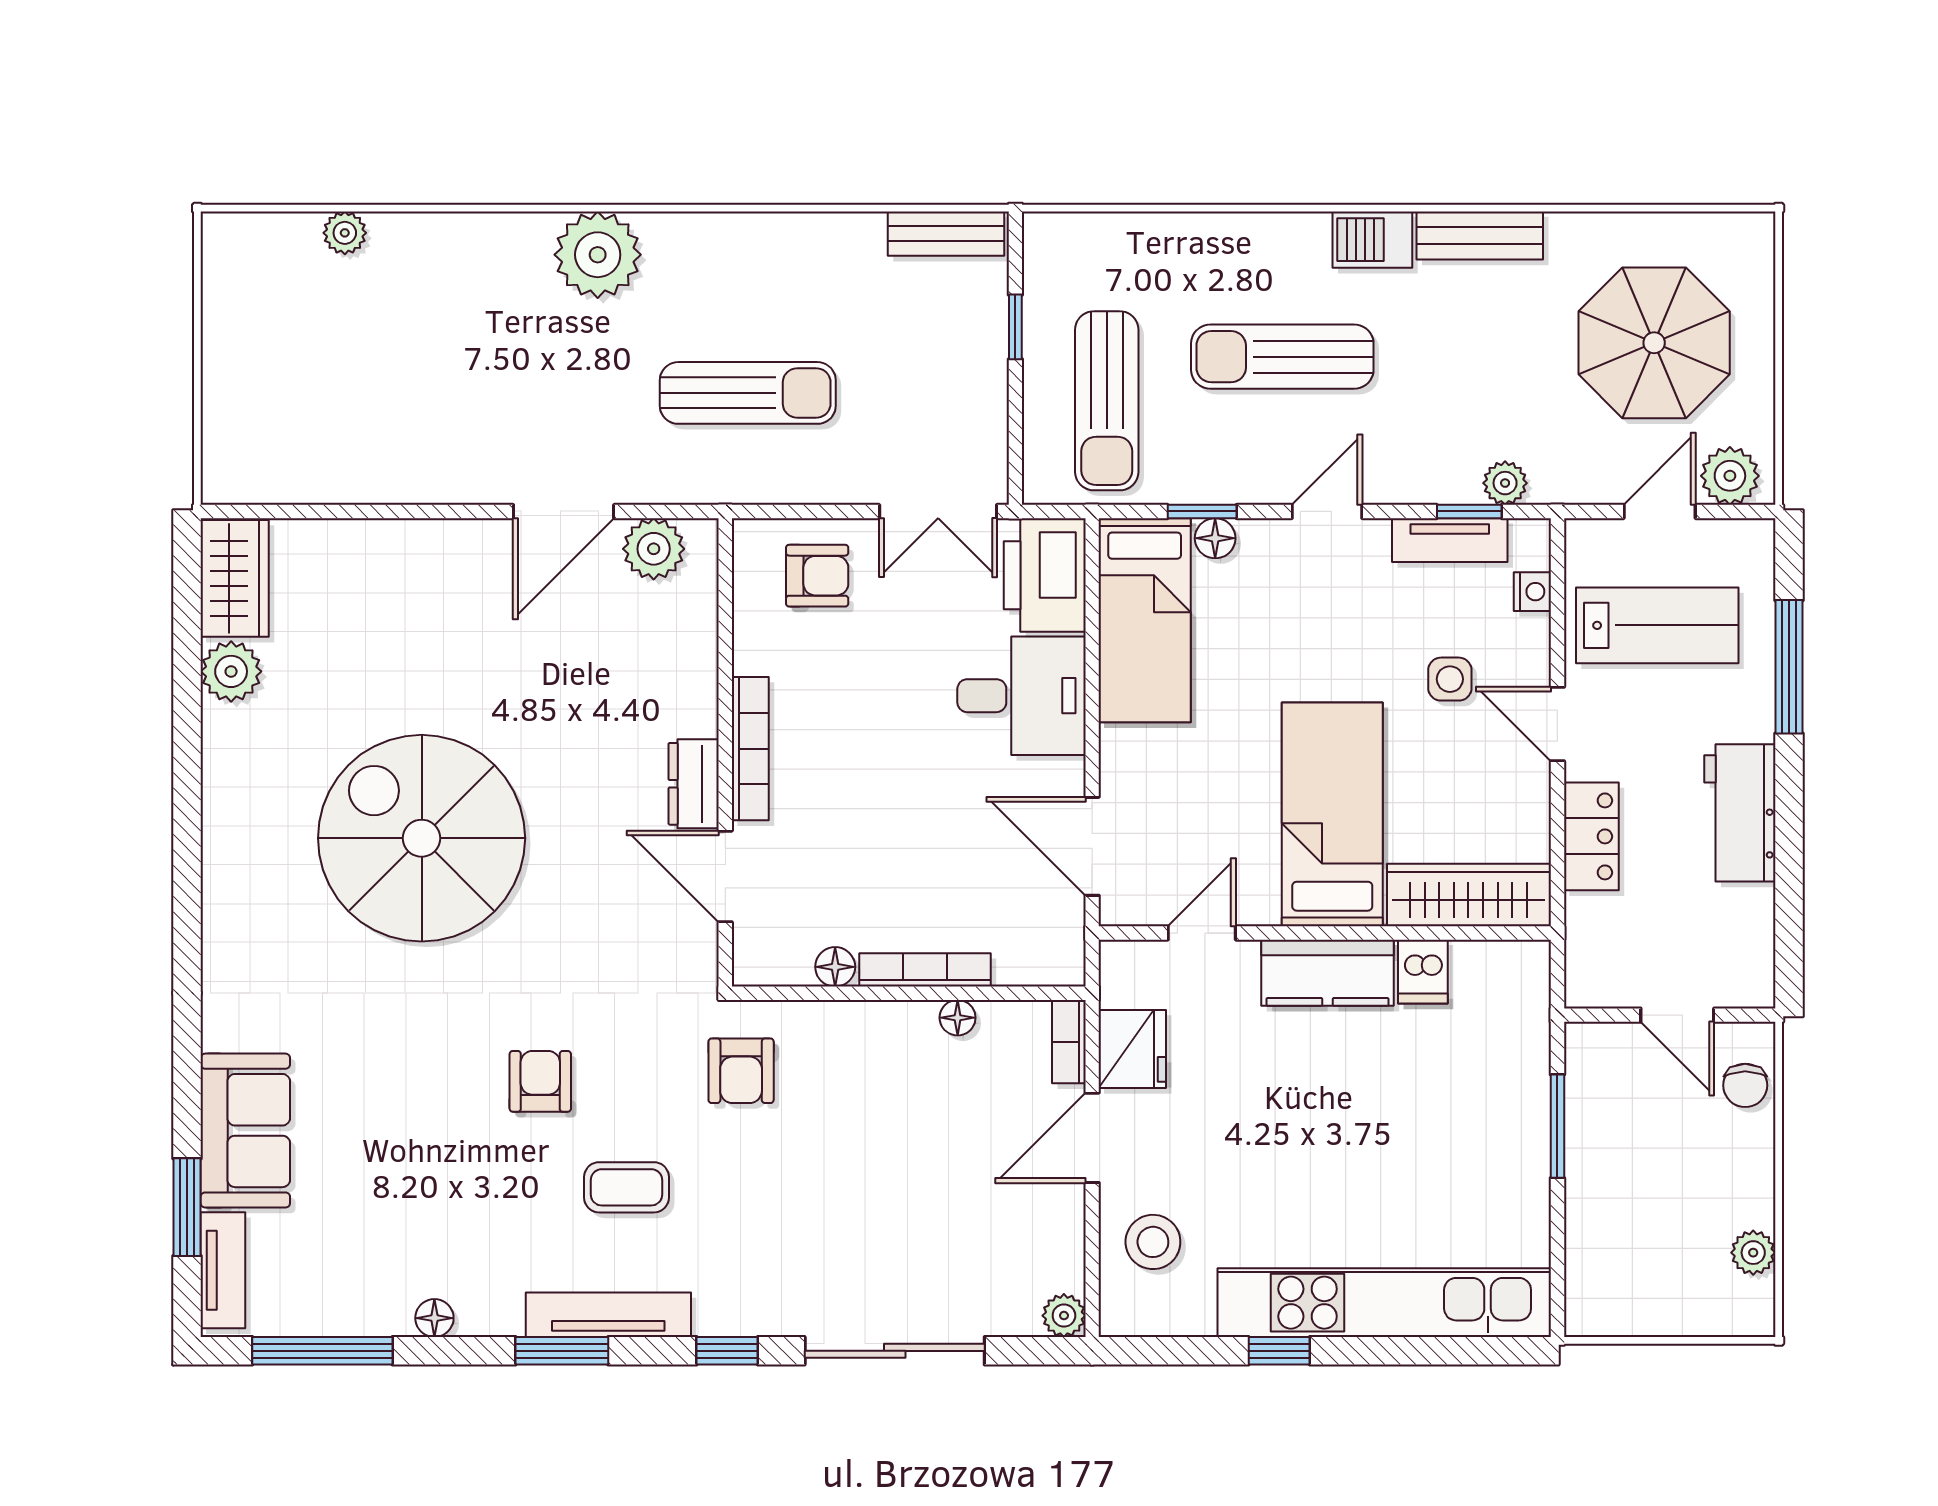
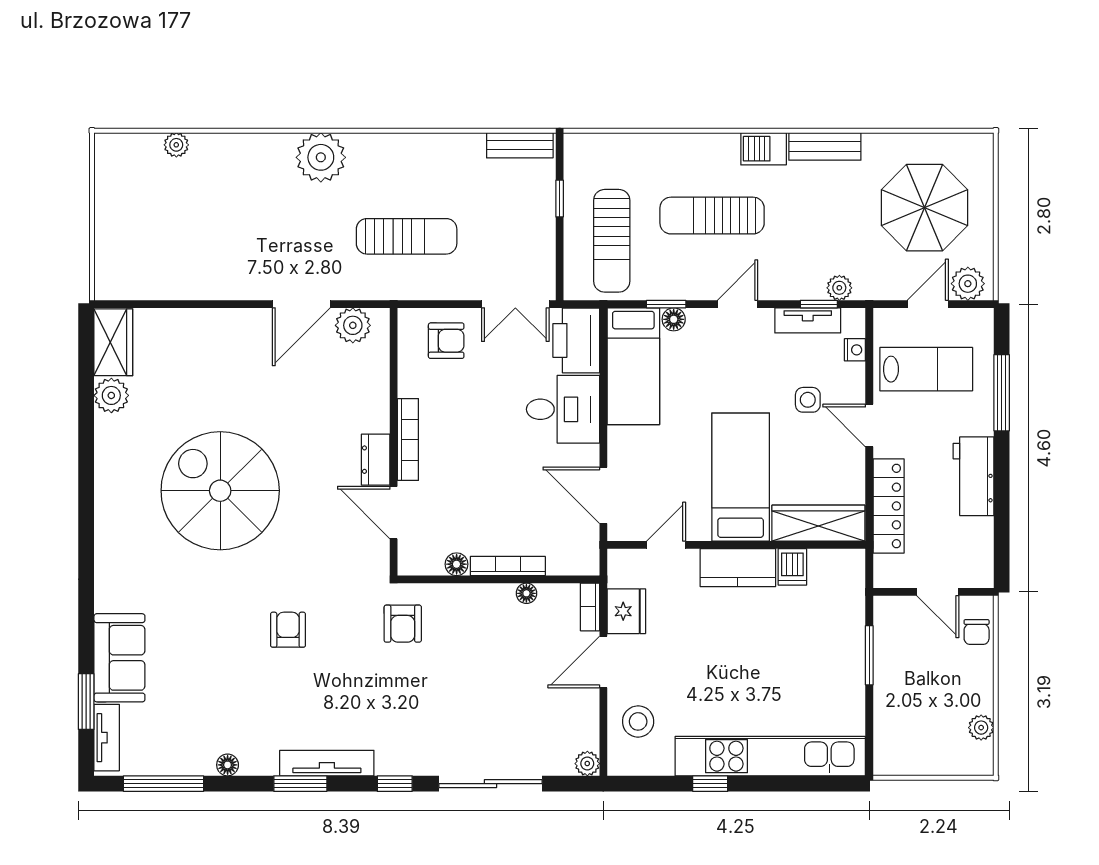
locker: (1591, 836) -> (889, 506), width x1.53
coffee table: (627, 1187) -> (337, 690), removed

